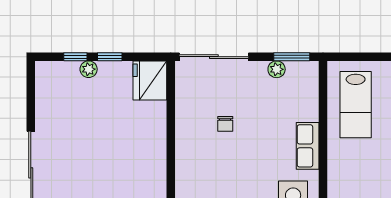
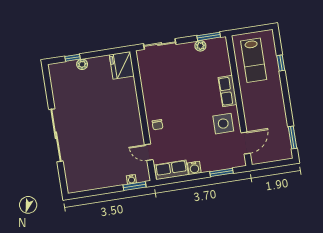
window: (110, 57) -> (94, 54), removed
sliding door: (214, 57) -> (160, 44), width x0.73
chair: (225, 124) -> (157, 125), moved

